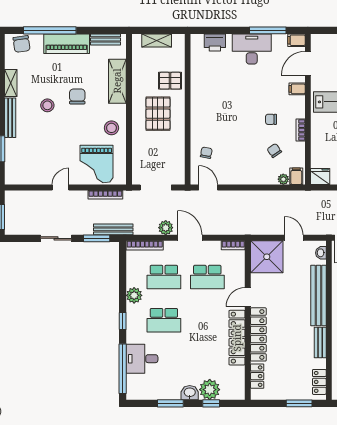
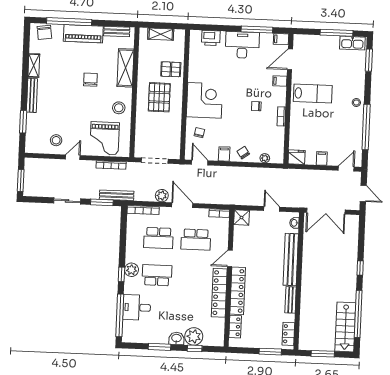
stool: (47, 105) -> (56, 140), moved
corner desk: (211, 115) -> (204, 100), added
chair: (274, 150) -> (243, 153), moved
filing cabinet: (296, 176) -> (224, 154), moved
shower: (267, 257) -> (241, 218), width x0.54, depth x0.54
plant: (134, 295) -> (131, 270), moved
school desk: (164, 320) -> (157, 275), turned 180

